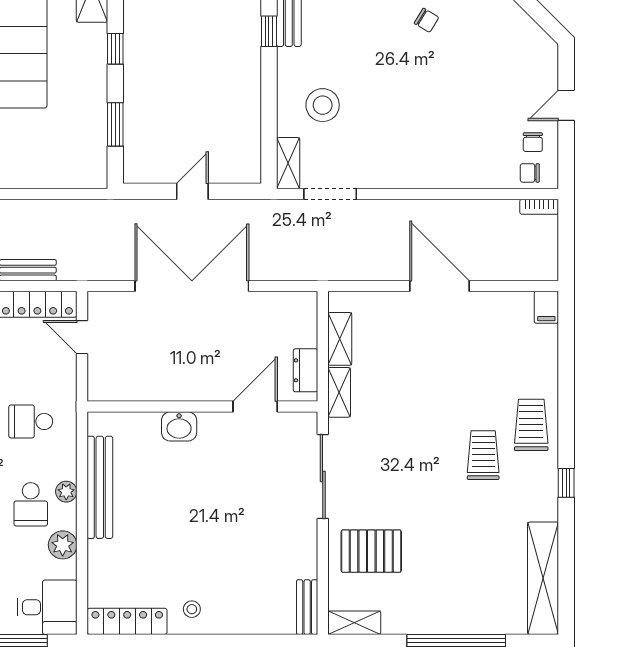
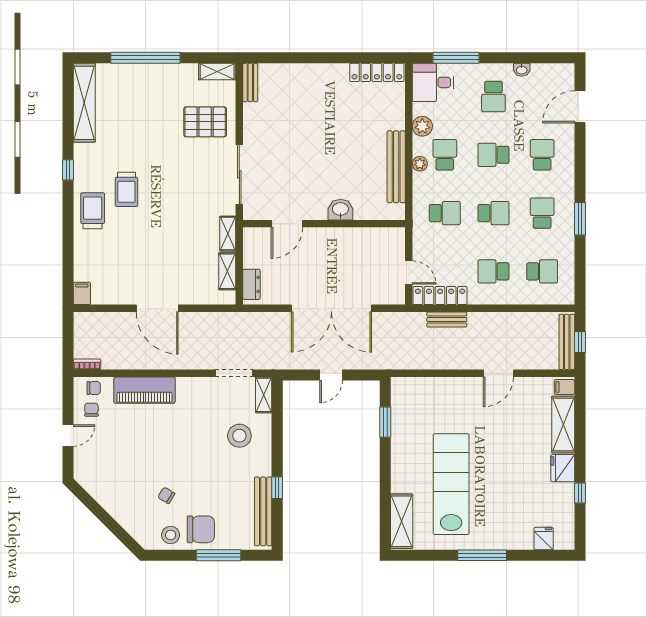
window: (115, 49) -> (385, 475), removed
piano: (457, 170) -> (145, 390), added
dresser: (305, 370) -> (251, 284), moved
trolley: (531, 425) -> (93, 211), turned 180
stool: (192, 609) -> (331, 81), removed

